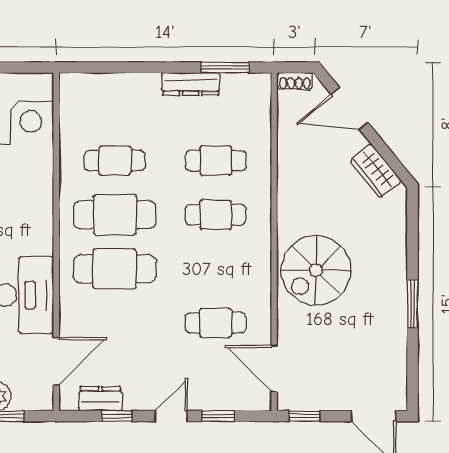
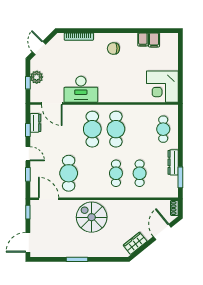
cafe table: (115, 161) -> (163, 129), moved
cafe table: (216, 323) -> (69, 173), width x1.37, depth x1.35
door: (274, 368) -> (49, 199), hinge flipped

